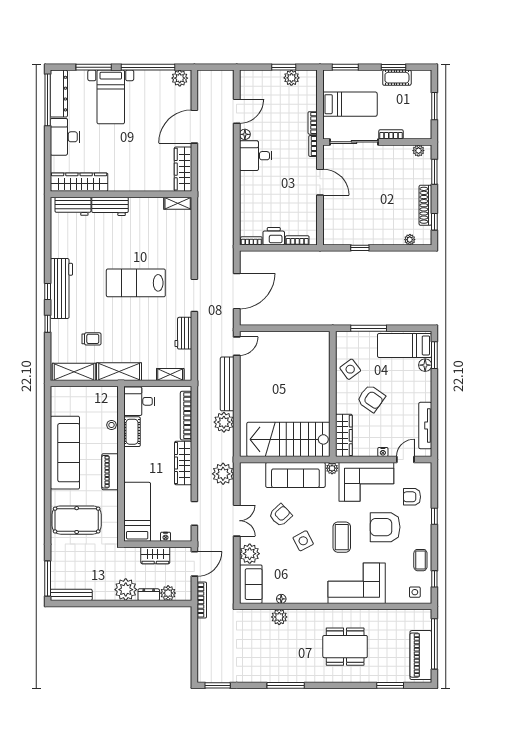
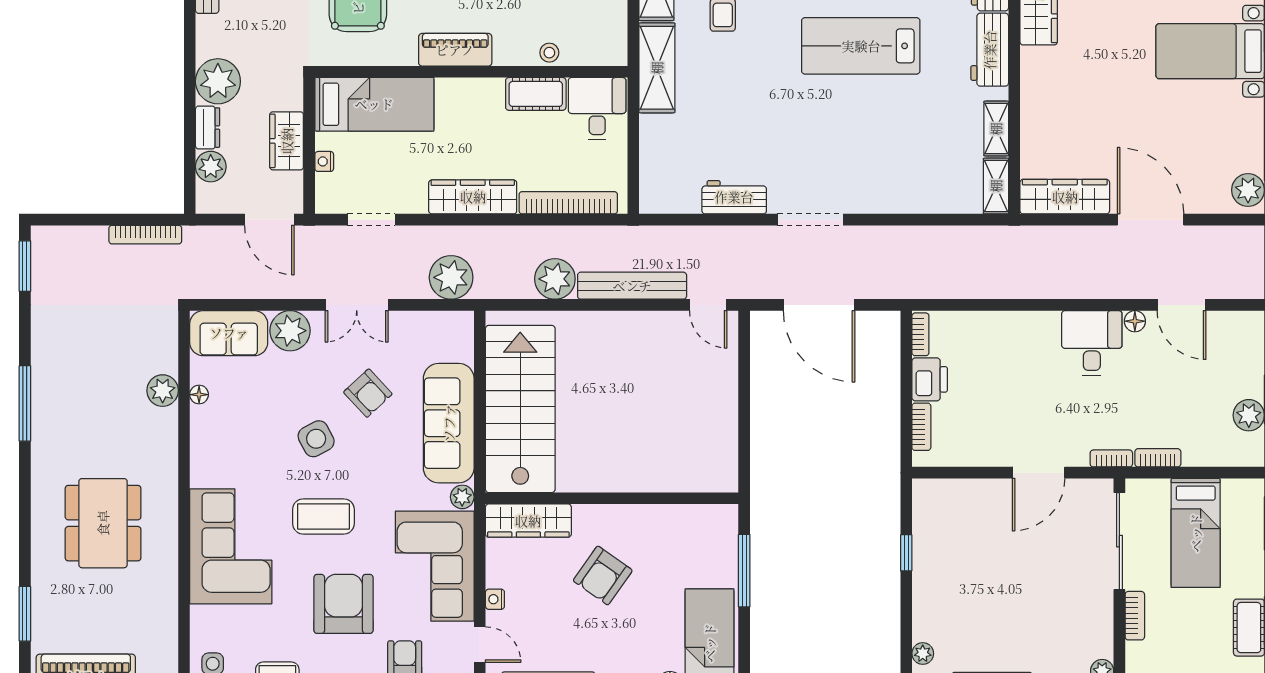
lab bench: (136, 283) -> (861, 46), moved, turned -90
side table: (350, 369) -> (662, 534), removed
shelving: (170, 374) -> (996, 129), moved
bookcase: (202, 600) -> (145, 235), moved

